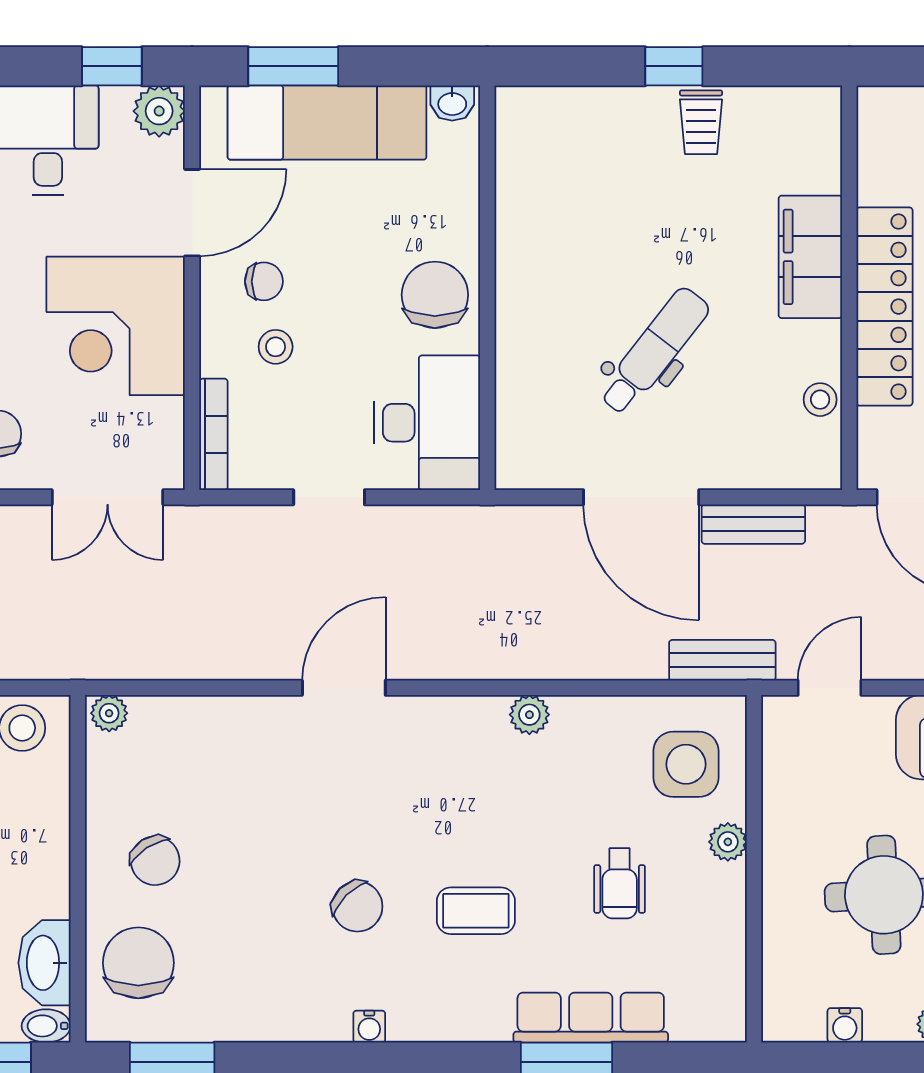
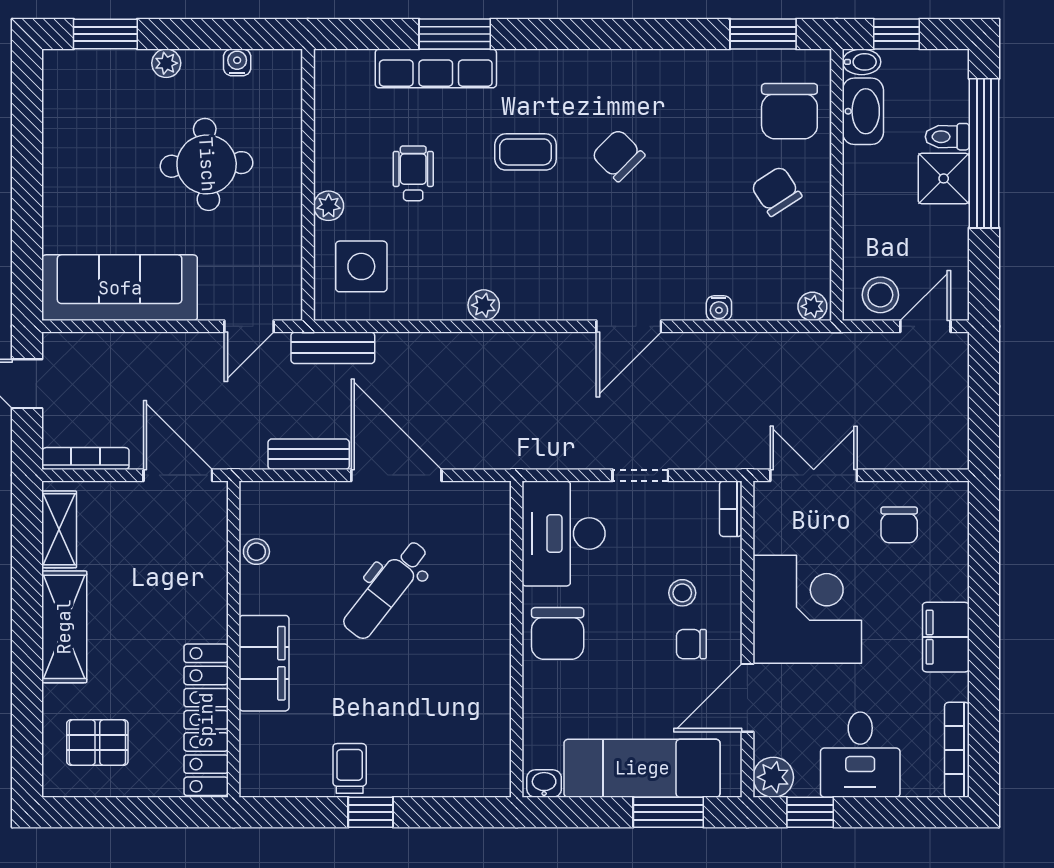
locker: (884, 307) -> (206, 720), moved
bookcase: (213, 434) -> (731, 509), width x0.64
water cooler: (369, 1027) -> (719, 308), moved, turned 180

